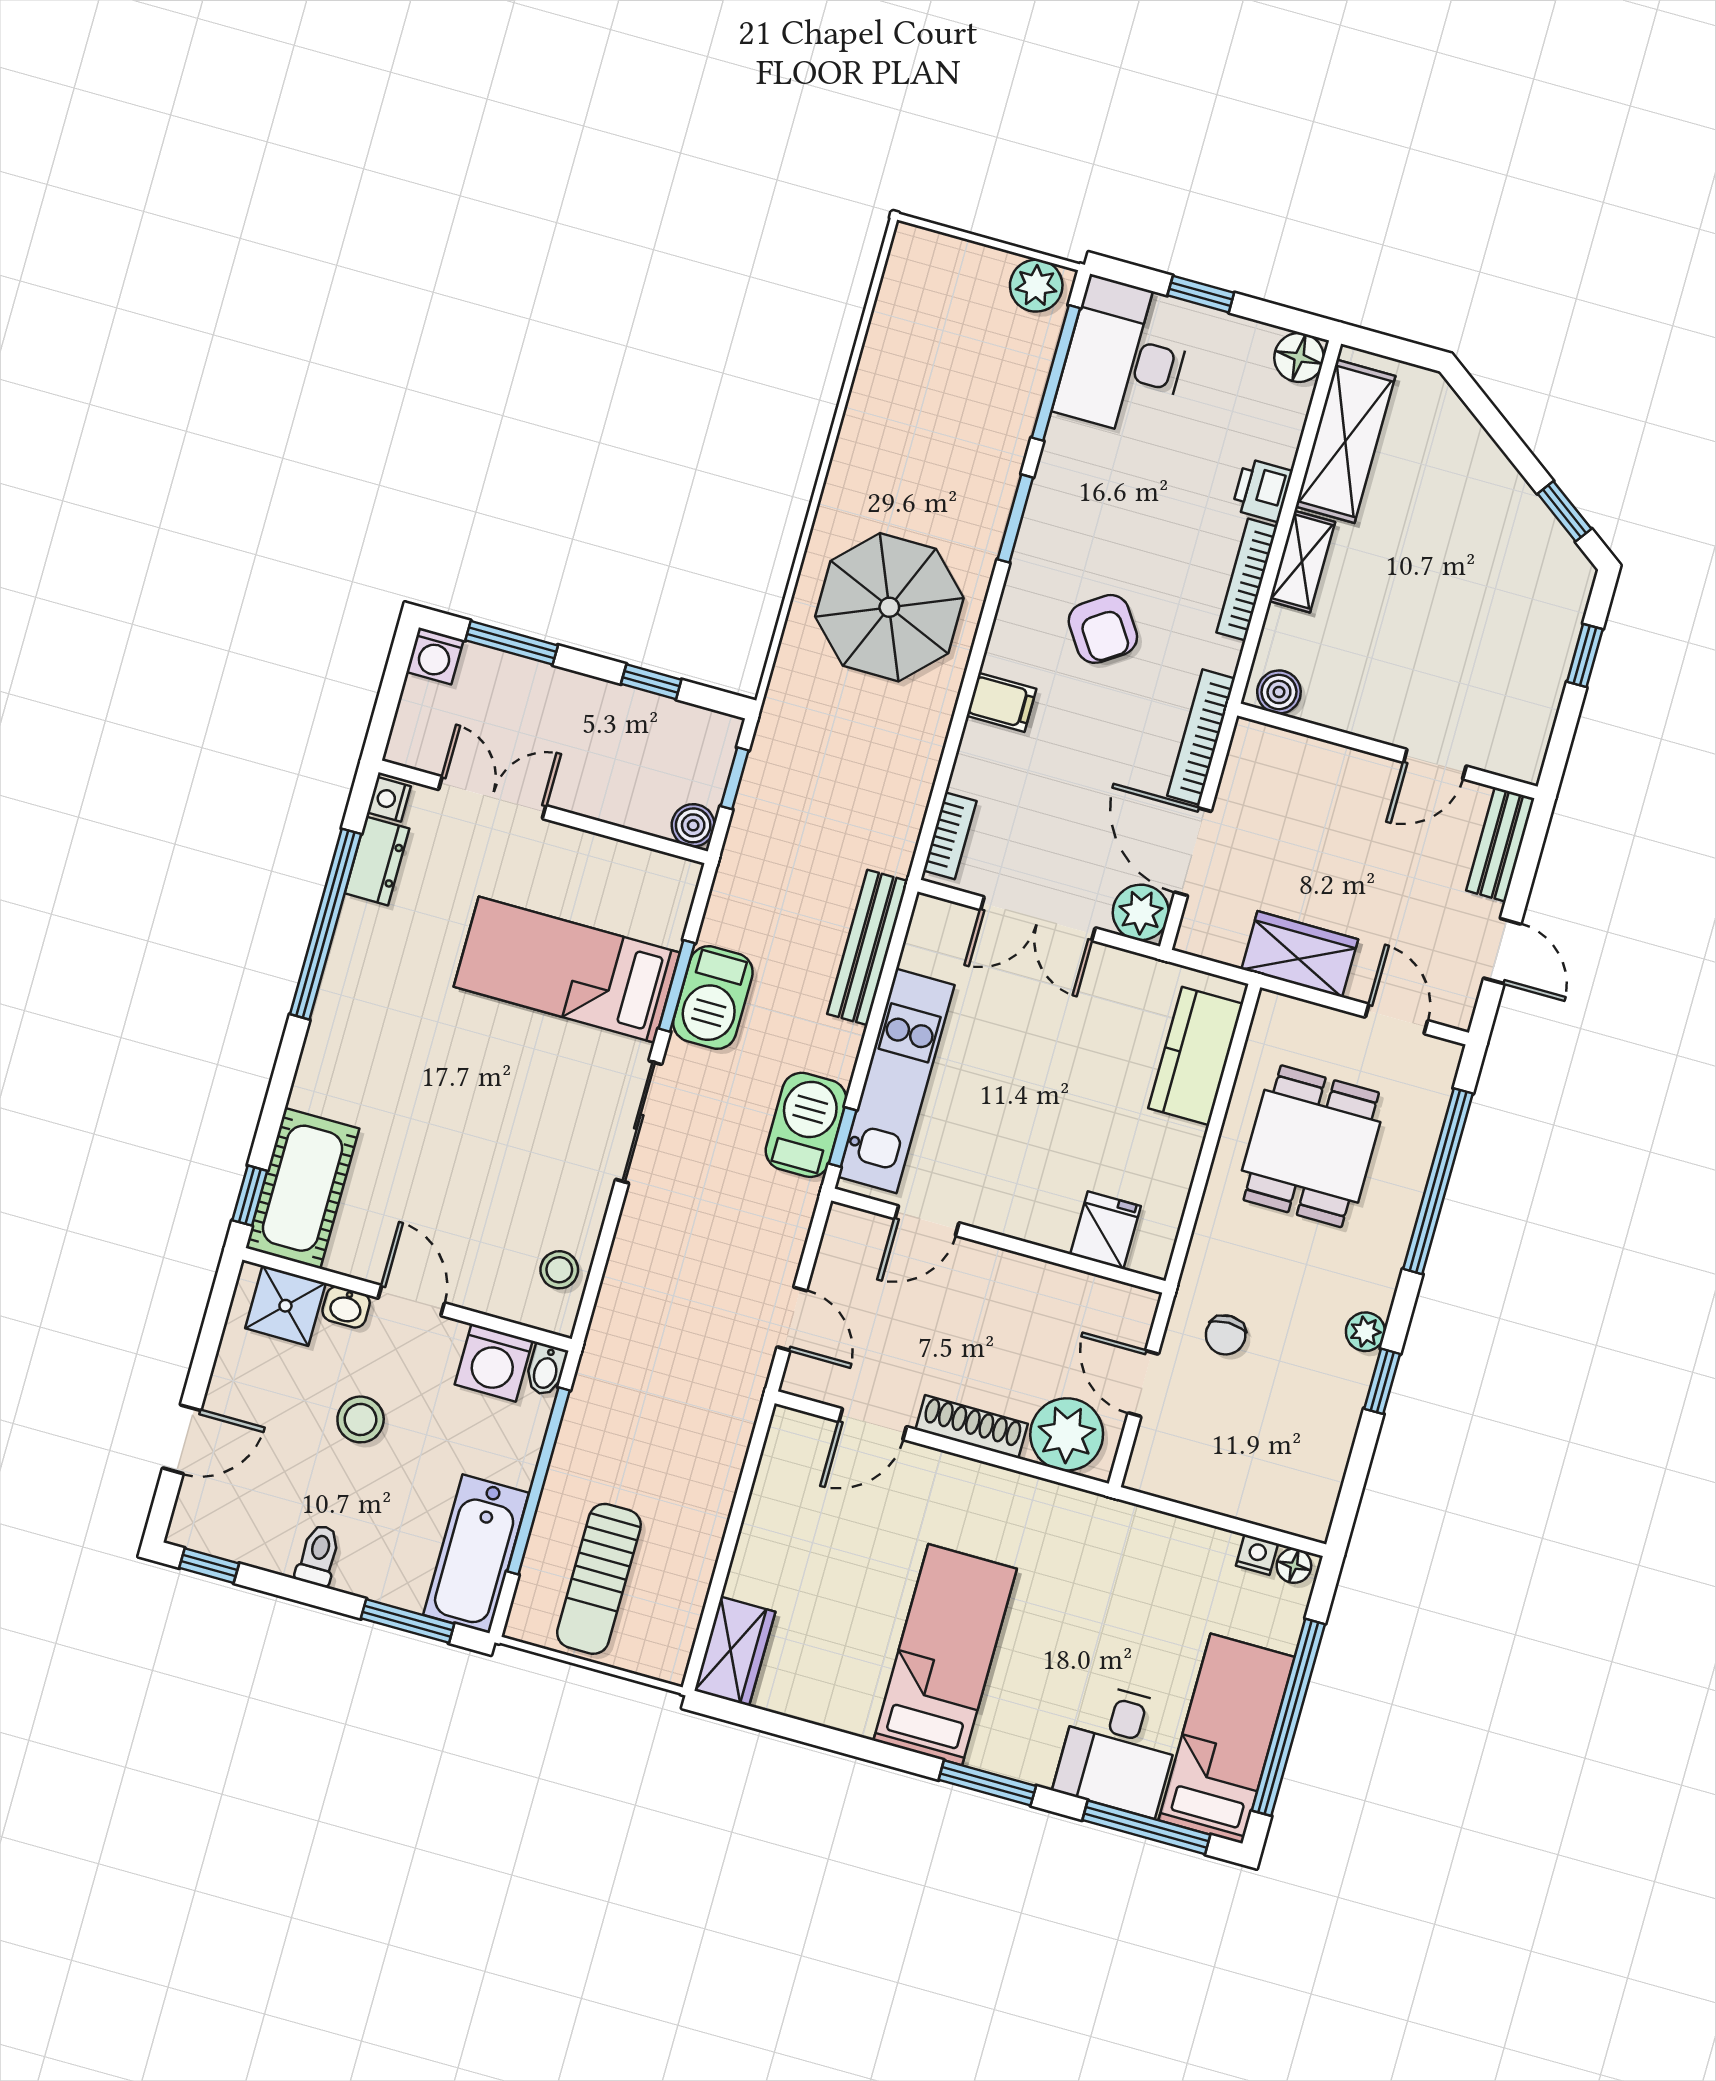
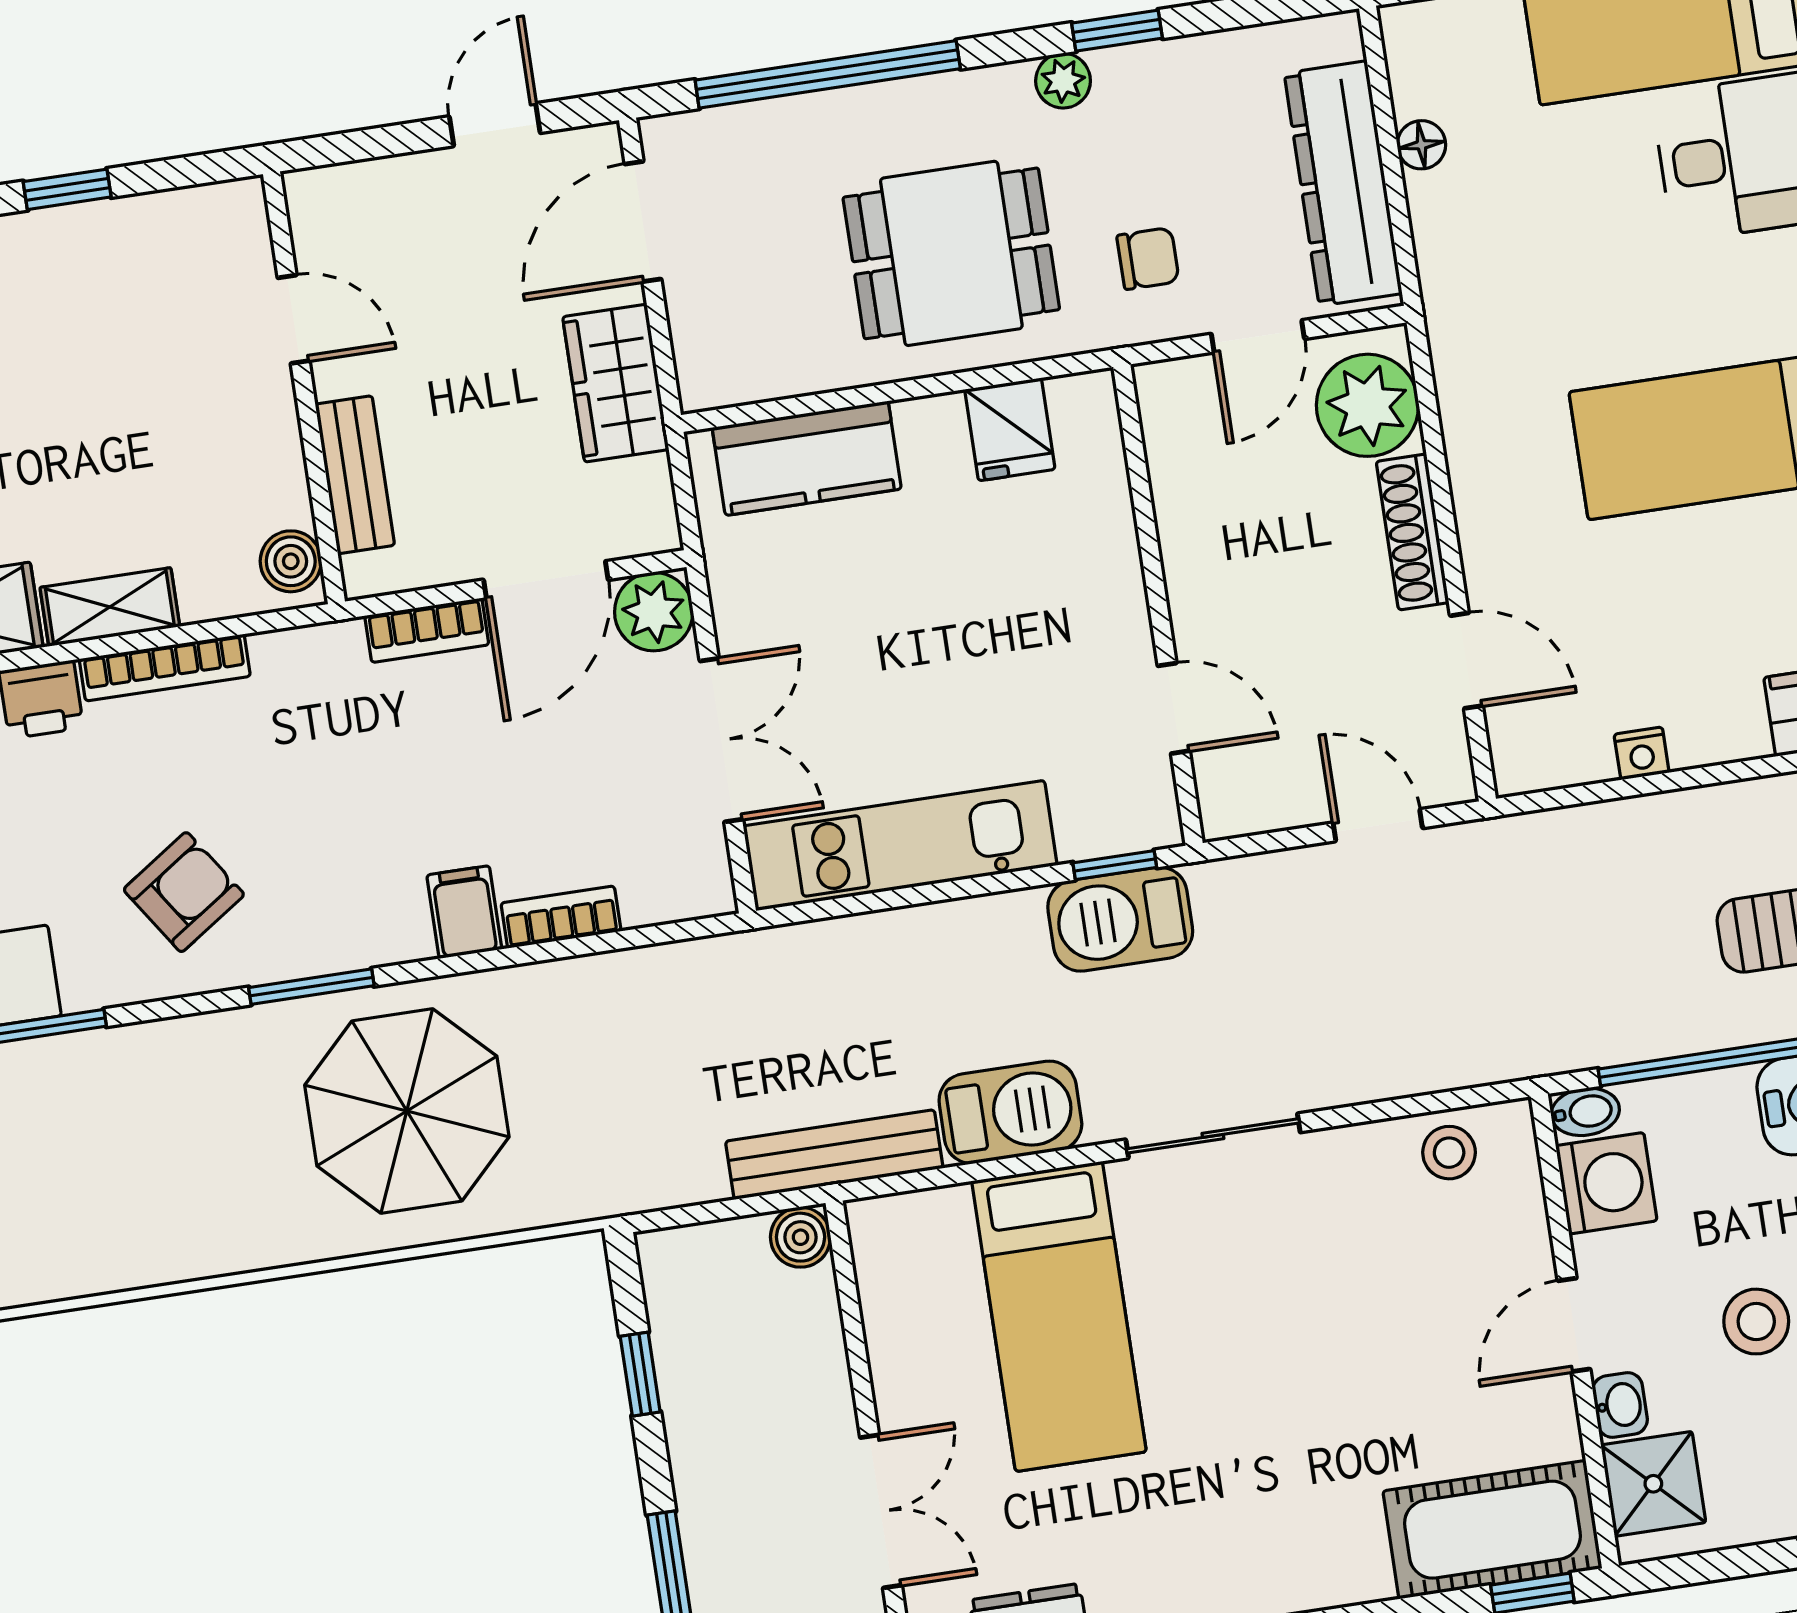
window: (1015, 518) -> (311, 987), moved
armchair: (1103, 629) -> (184, 892), moved
bookcase: (1201, 737) -> (427, 630), width x0.64
window: (735, 778) -> (716, 1211), removed
double door: (492, 798) -> (881, 1511), swing flipped
bookcase: (950, 836) -> (561, 917), moved
bench: (1500, 845) -> (355, 475), moved, turned 90
bench: (867, 947) -> (834, 1155), moved
window: (677, 986) -> (1016, 1166), removed
door: (1396, 1019) -> (643, 222), width x1.38
kitchen unit: (896, 1081) -> (900, 846), moved
dining table: (1311, 1146) -> (951, 253), moved
fridge: (1106, 1230) -> (1010, 429), moved, turned -90
door: (792, 1319) -> (1378, 825), hinge flipped
dresser: (1217, 1483) -> (1343, 183), added
nightstand: (1257, 1555) -> (1642, 753), moved, turned -90
floor lamp: (1294, 1566) -> (1421, 145), moved

